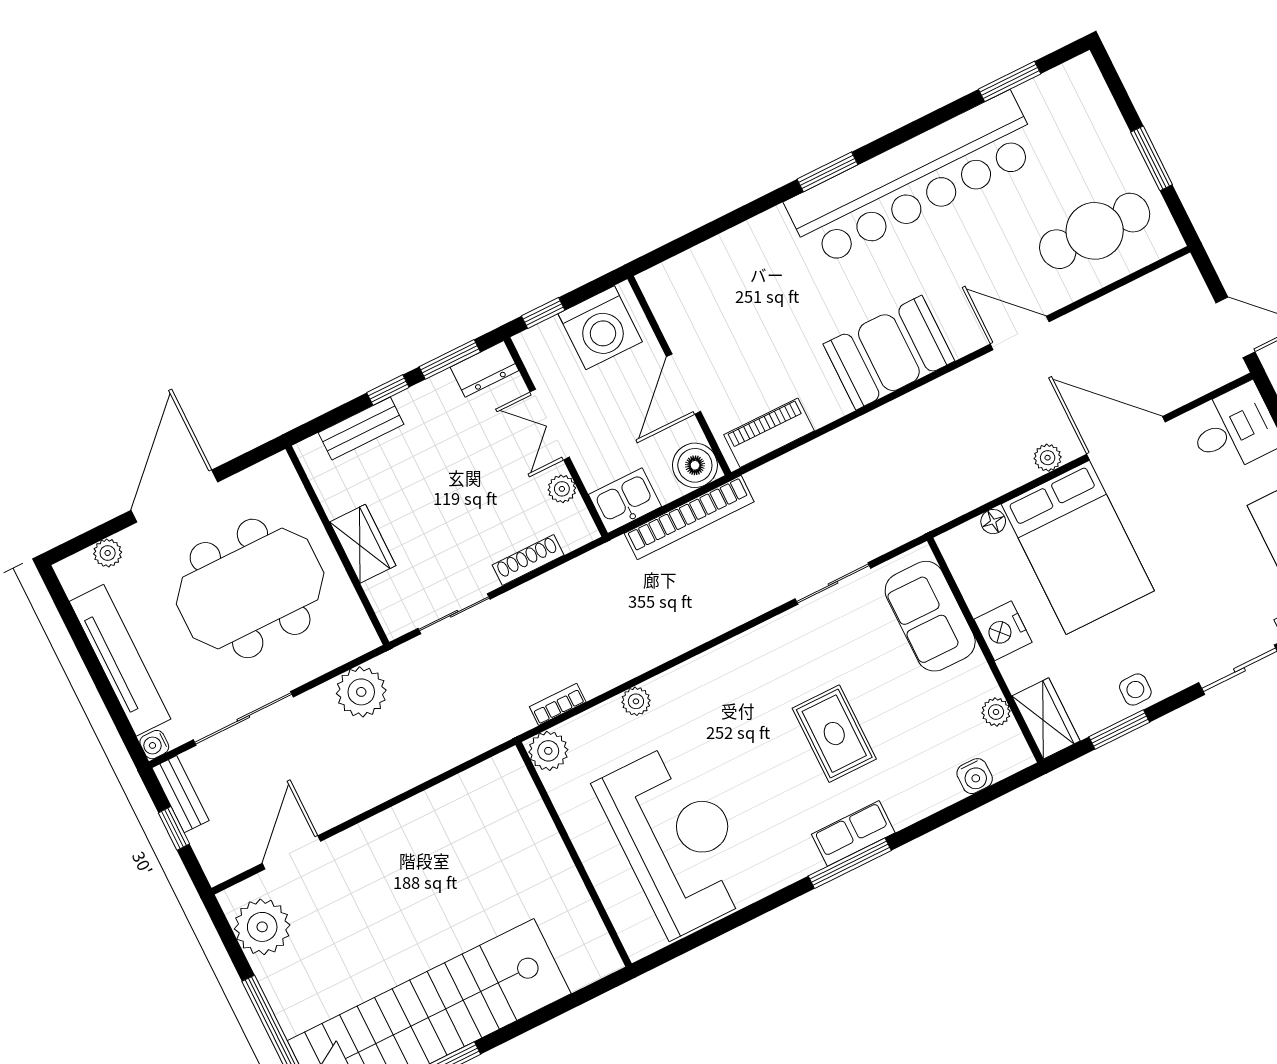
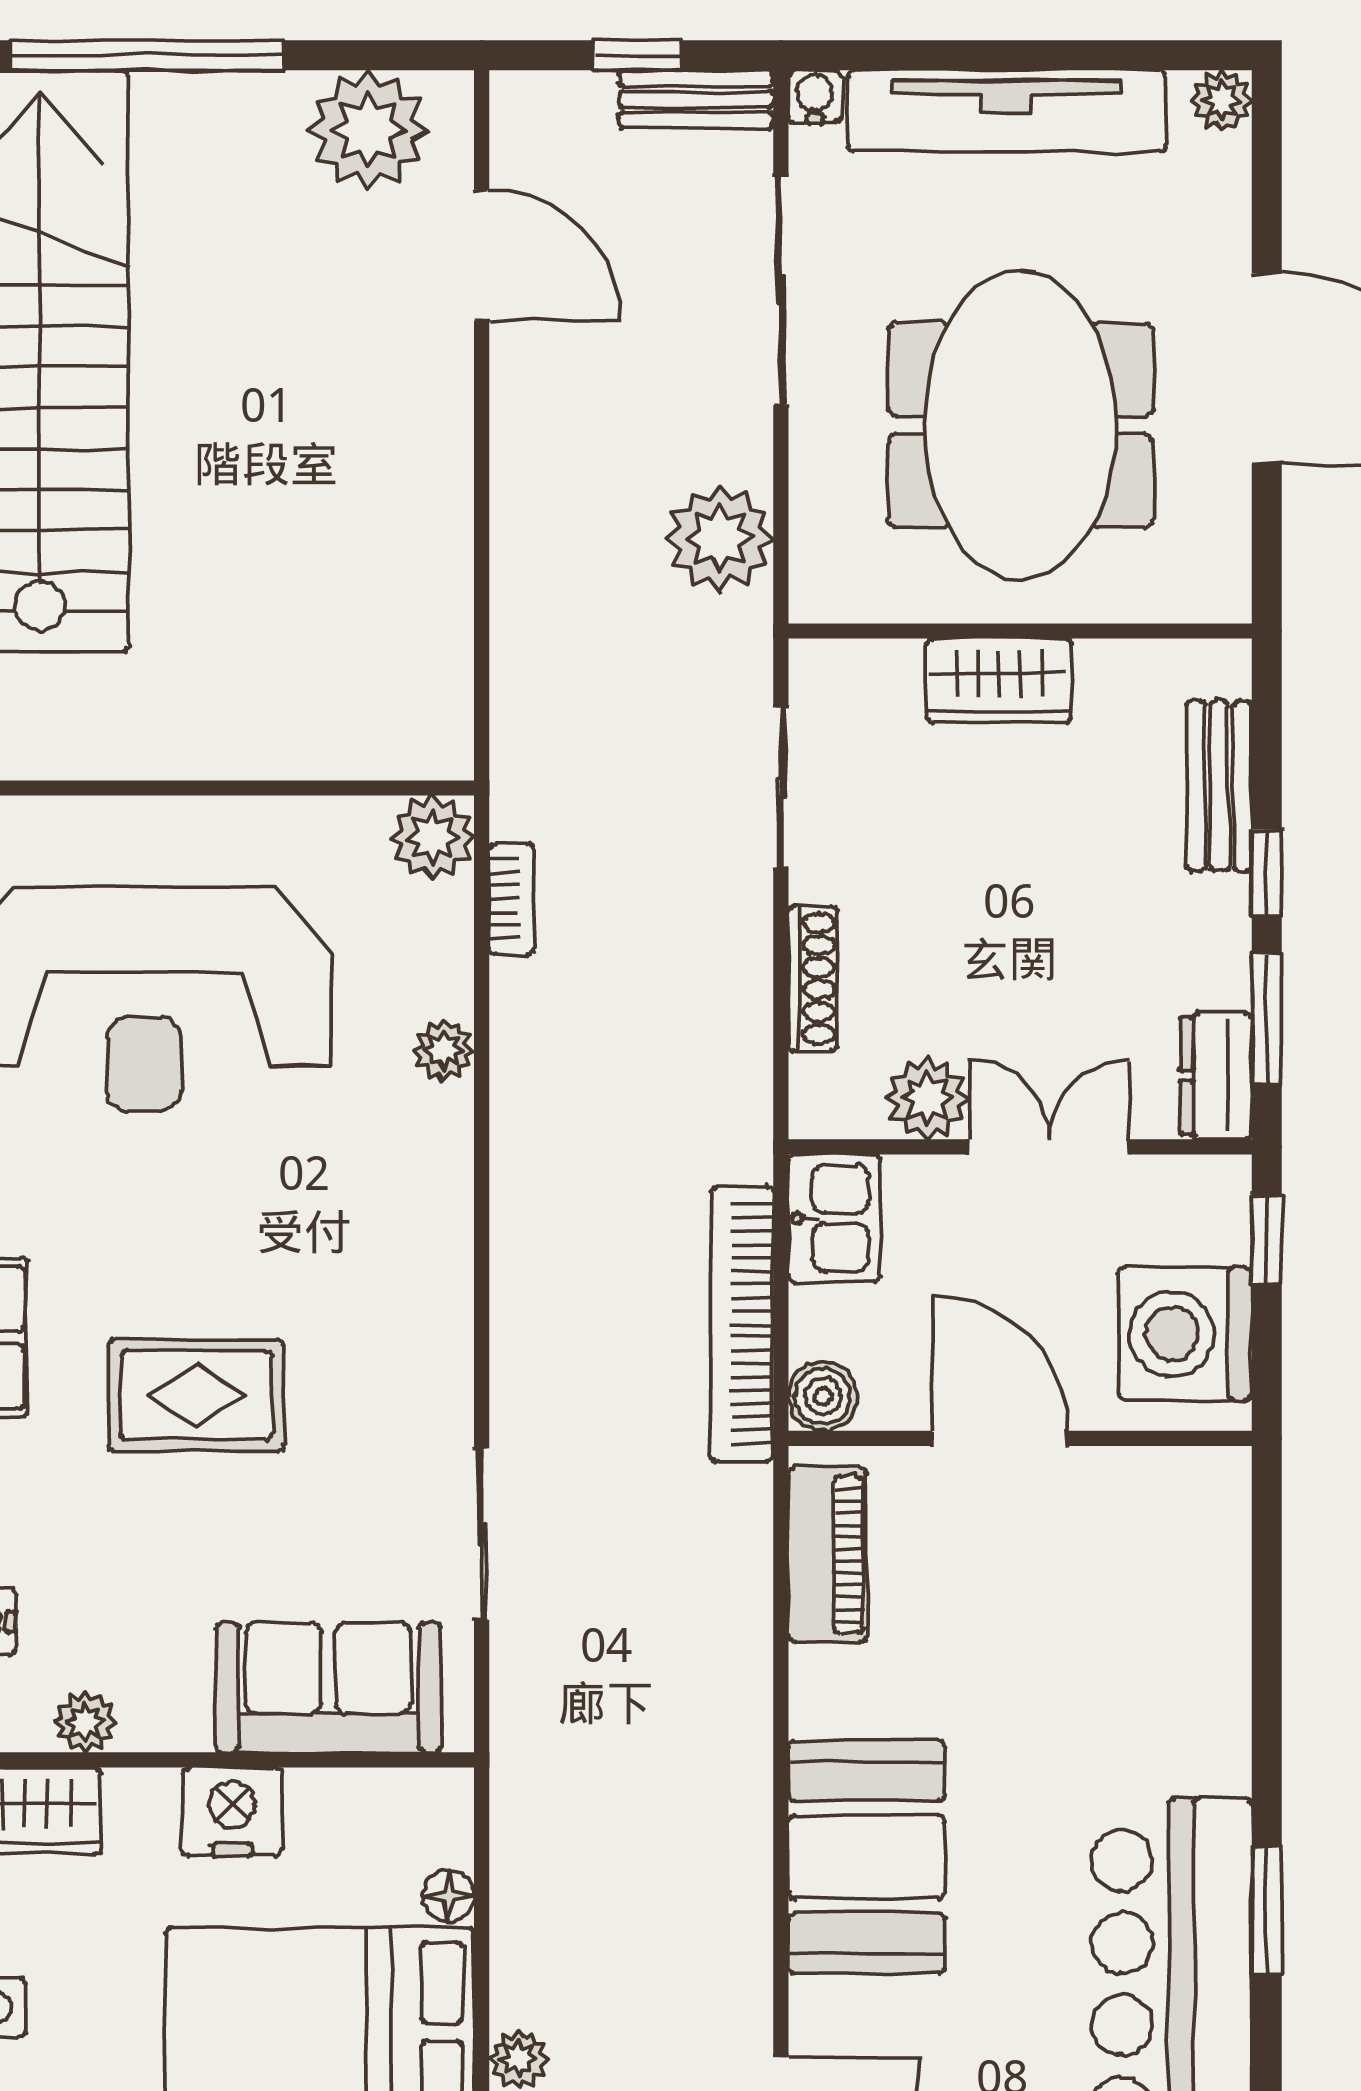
boiler: (695, 465) -> (823, 1396), width x0.73, depth x0.73
plant: (562, 489) -> (927, 1098), width x1.38, depth x1.38
plant: (108, 553) -> (1222, 100), moved

